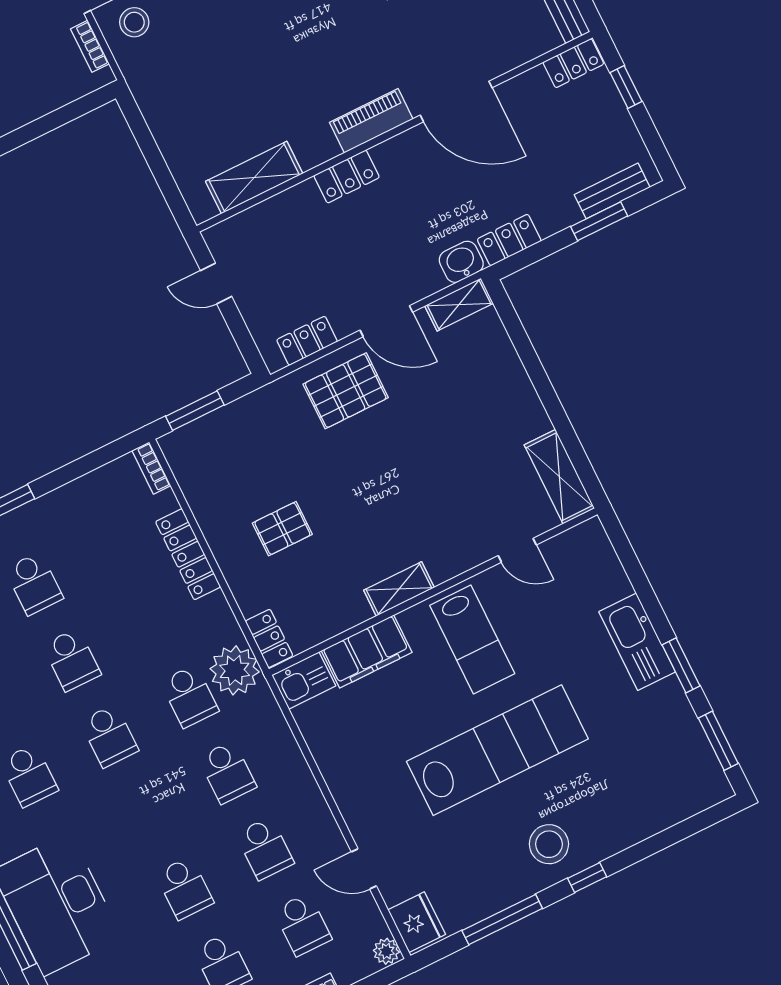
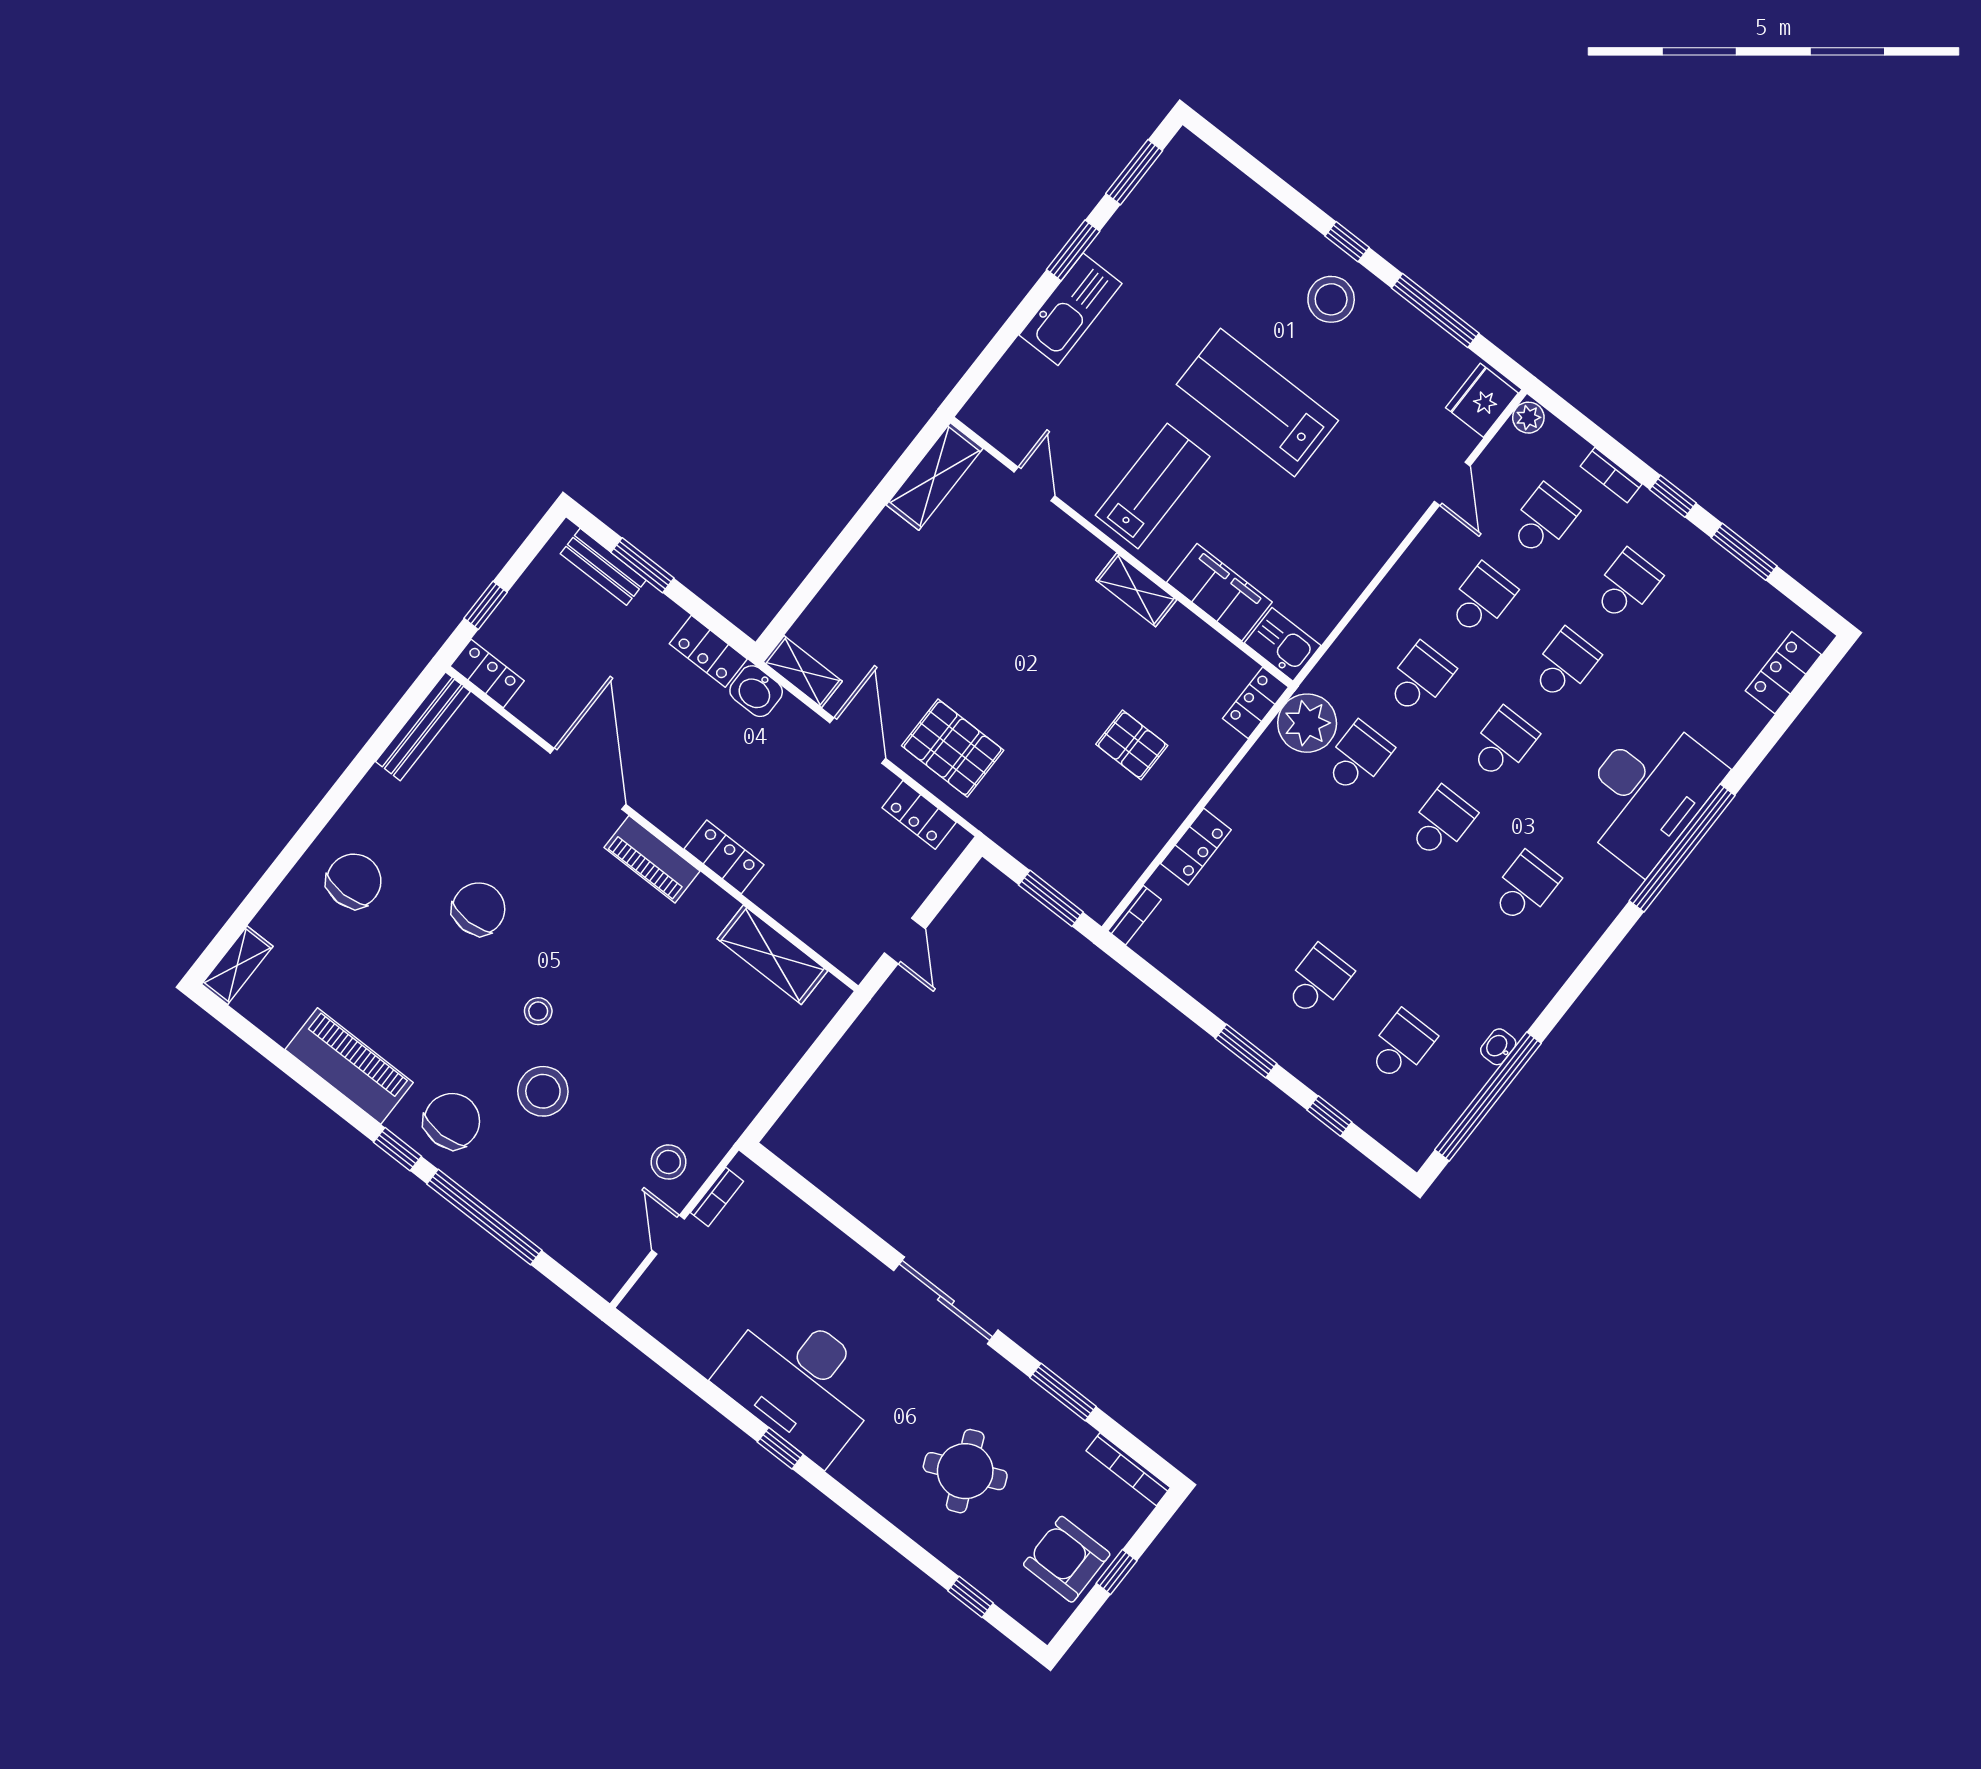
locker: (188, 554) -> (1196, 847), width x0.66
school desk: (72, 660) -> (1503, 744), moved
lab bench: (497, 750) -> (1257, 402), width x0.73

